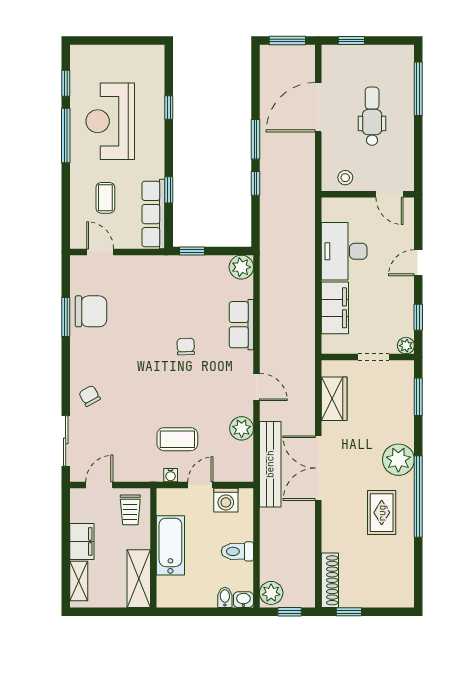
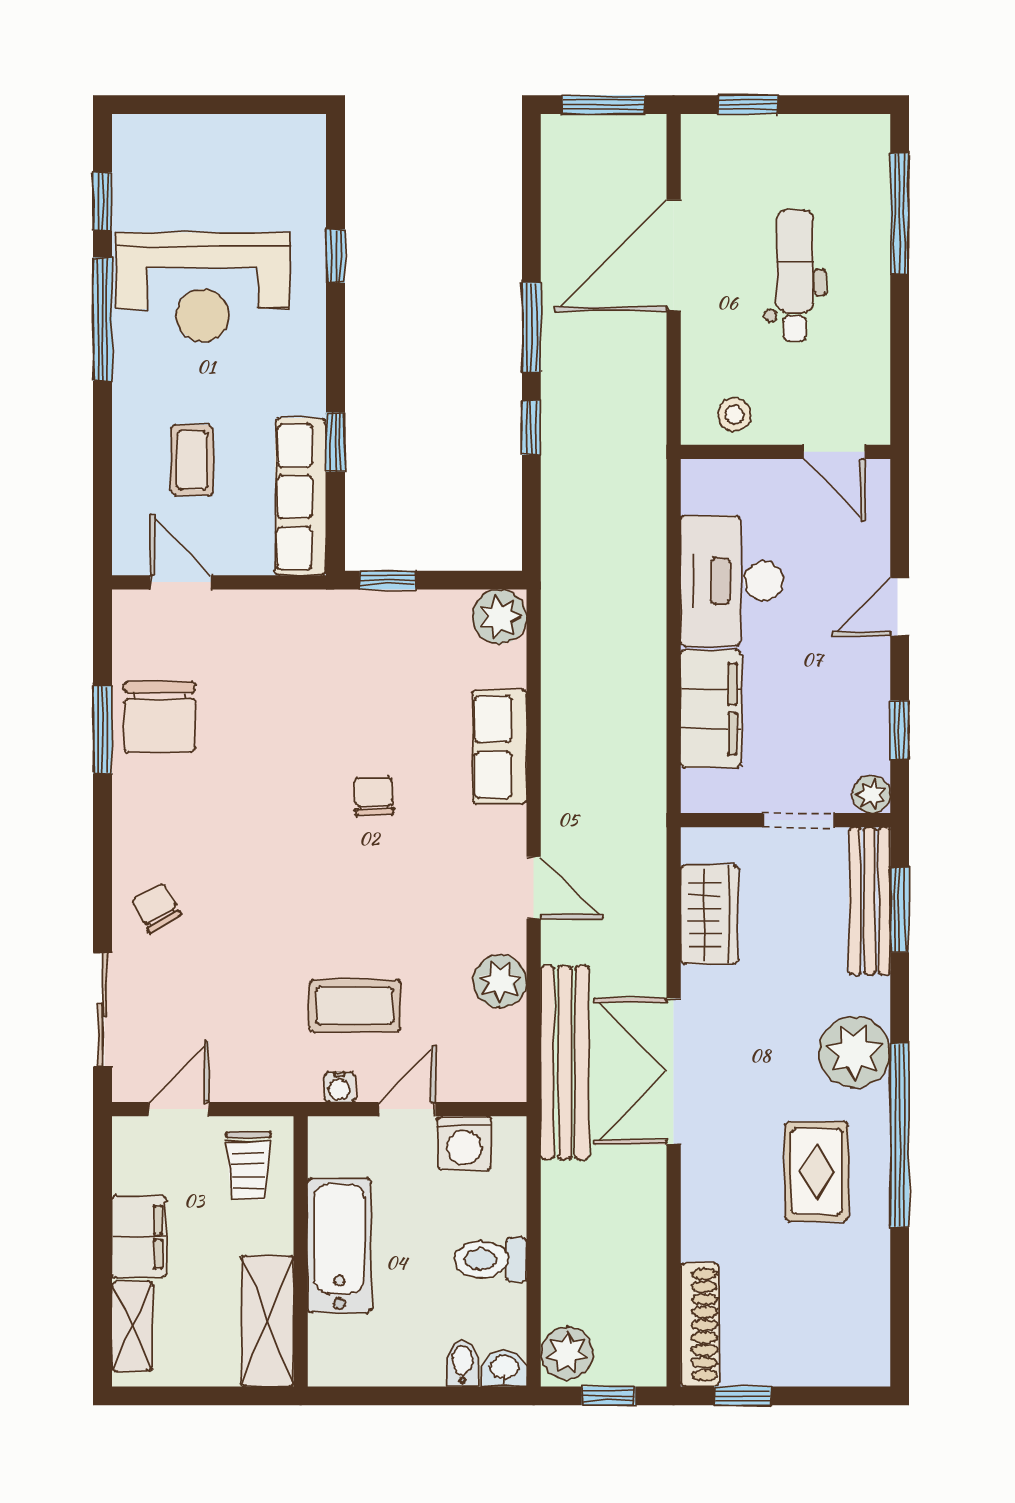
reception desk: (110, 121) -> (203, 287), turned -90
chair: (91, 311) -> (160, 717), turned 90
bench: (405, 393) -> (870, 901), added

